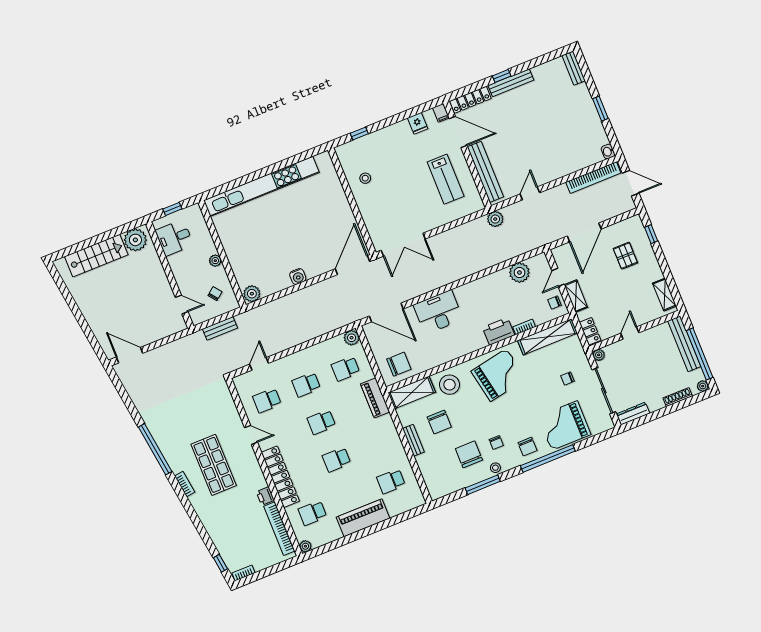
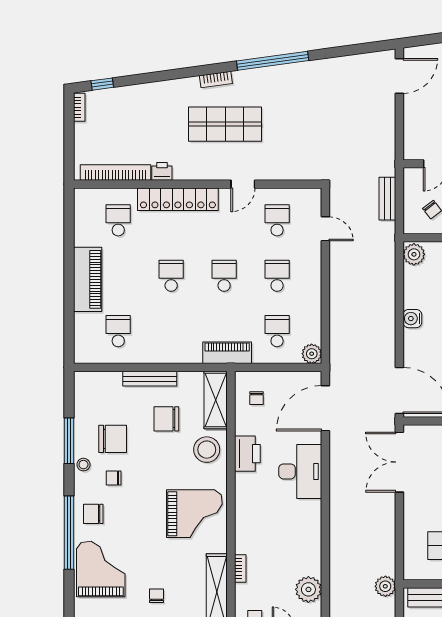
printer: (499, 331) -> (247, 454), moved
chair: (399, 364) -> (256, 398), width x0.54, depth x0.54
grand piano: (498, 375) -> (194, 514), turned -79
bench: (413, 440) -> (150, 379), width x1.36
plant: (305, 546) -> (81, 196), removed

